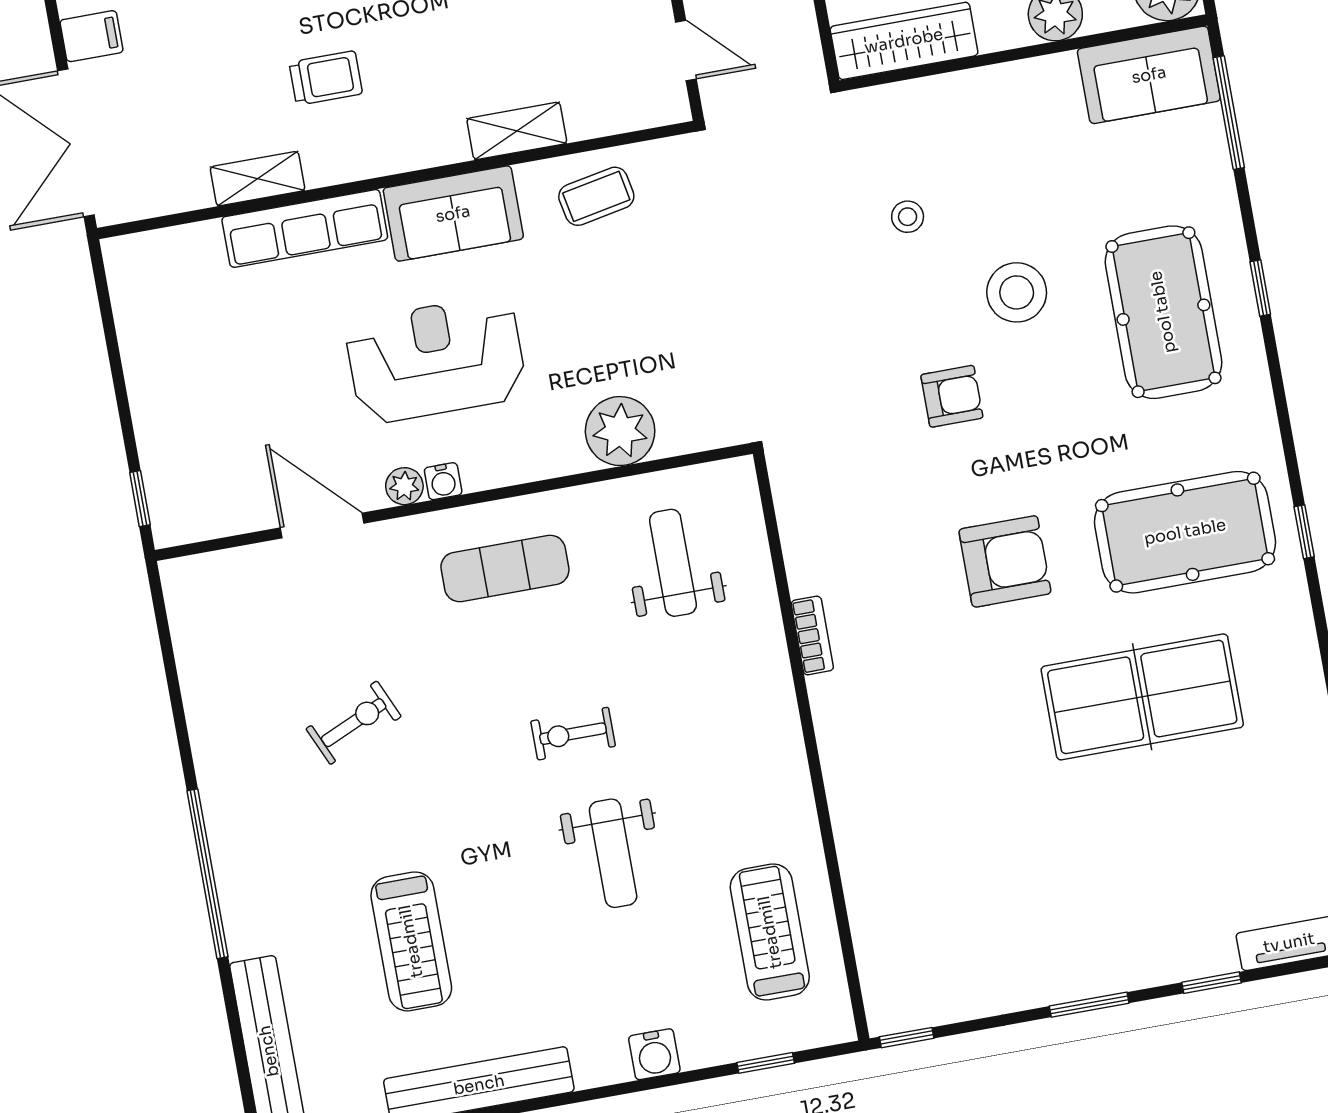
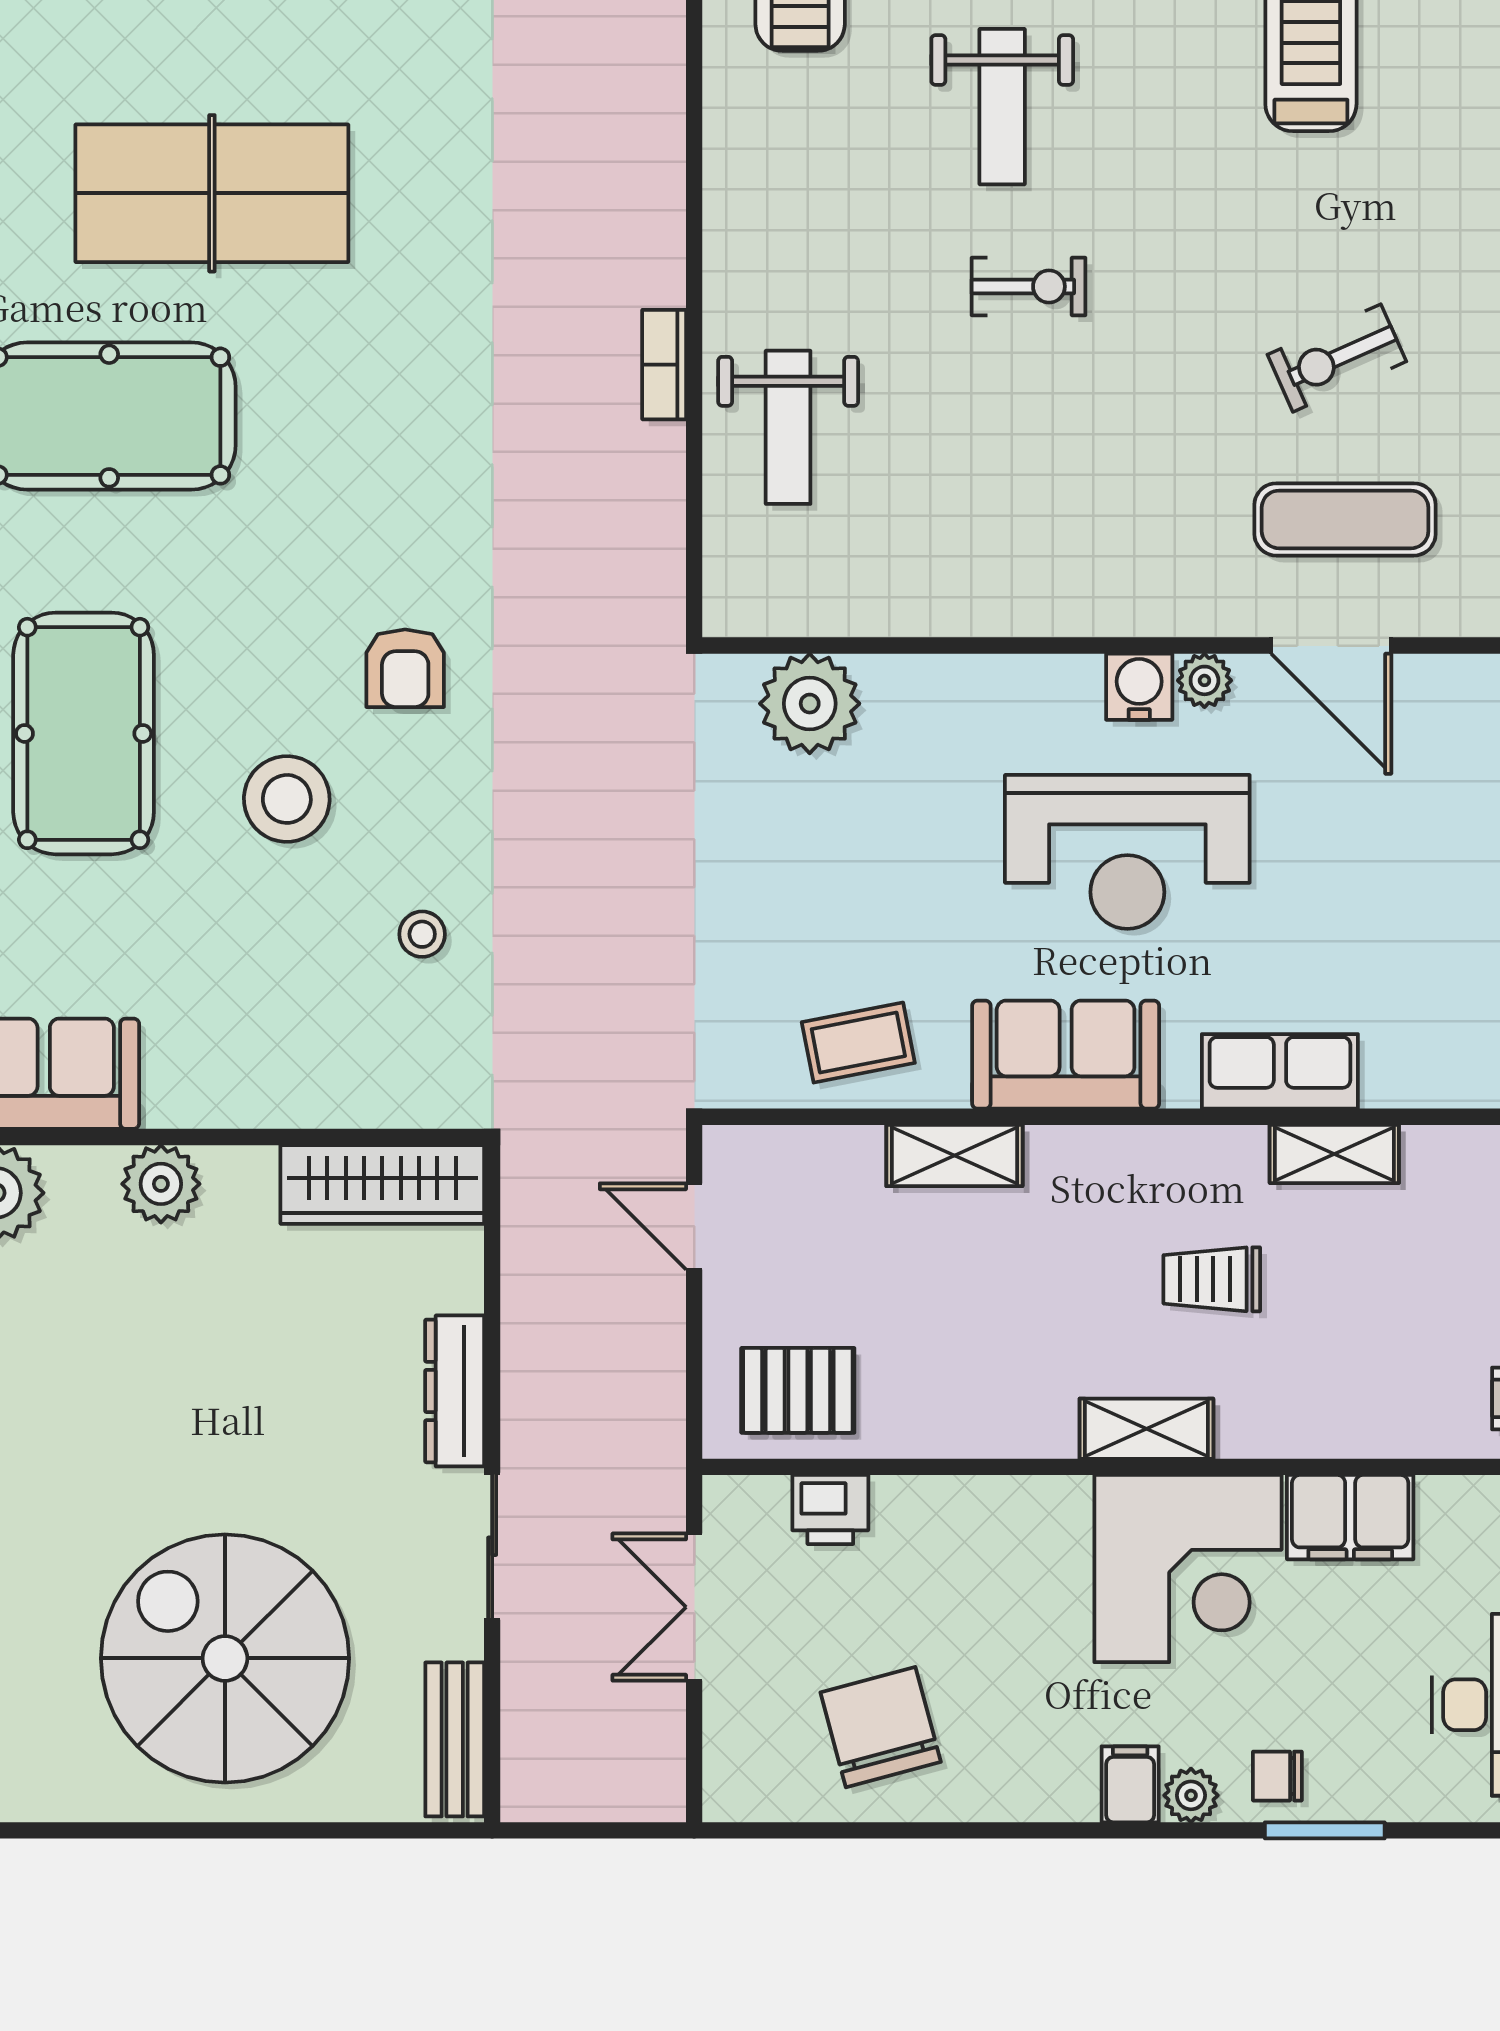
row of seats: (305, 228) -> (1280, 1071), width x0.68
armchair: (952, 396) -> (405, 668), turned -90
plant: (620, 431) -> (810, 704), moved
water cooler: (443, 481) -> (1139, 687), width x1.38, depth x1.38
armchair: (1005, 561) -> (372, 420), removed
weight bench: (673, 563) -> (788, 427), moved
exercise mat: (505, 569) -> (1345, 519), moved
weight bench: (613, 853) -> (1002, 107), turned 180

